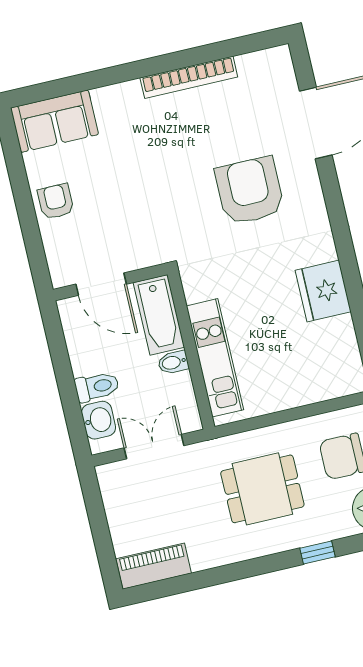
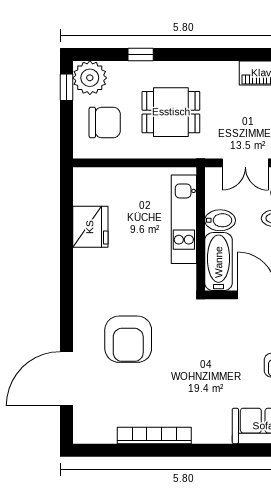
fridge: (323, 291) -> (90, 227), moved
bidet: (173, 362) -> (220, 220), width x1.38, depth x1.36

